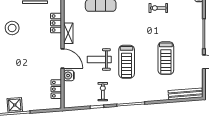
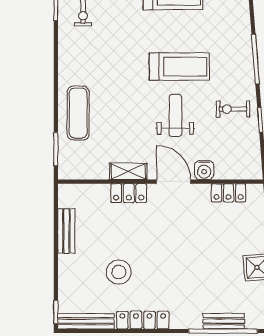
locker: (56, 23) -> (129, 193), moved
door: (62, 59) -> (174, 182), hinge flipped
weight bench: (99, 59) -> (175, 116), turned 180

